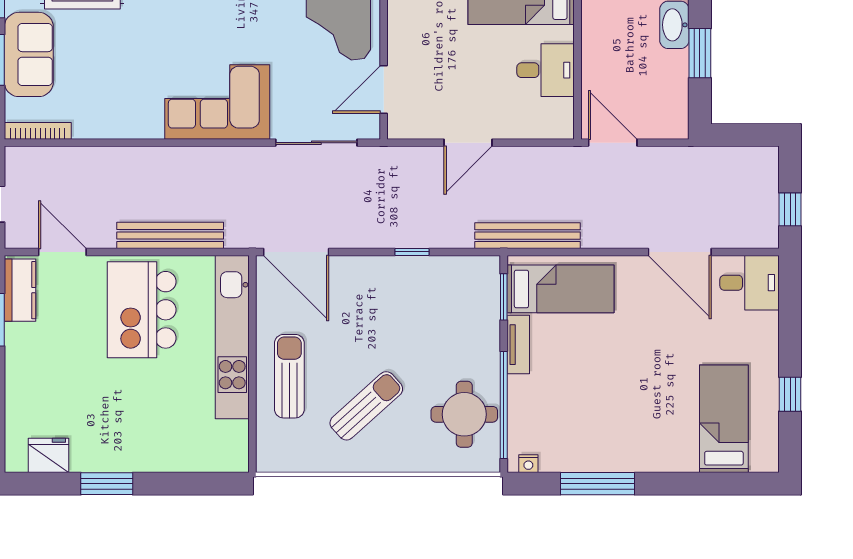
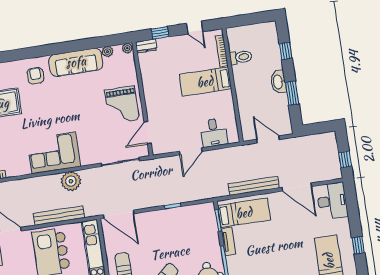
desk: (546, 70) -> (214, 133), moved, turned 90
corner sofa: (217, 102) -> (54, 153), moved
door: (613, 143) -> (268, 139), moved
plant: (206, 167) -> (71, 181), added
bench: (527, 236) -> (254, 186), moved
desk: (750, 283) -> (332, 201), width x1.37

